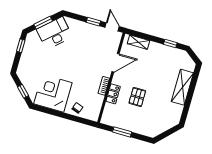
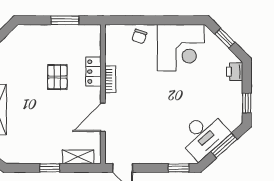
window: (93, 22) -> (179, 168), moved
window: (170, 43) -> (50, 168), moved
printer: (23, 68) -> (235, 72), added

